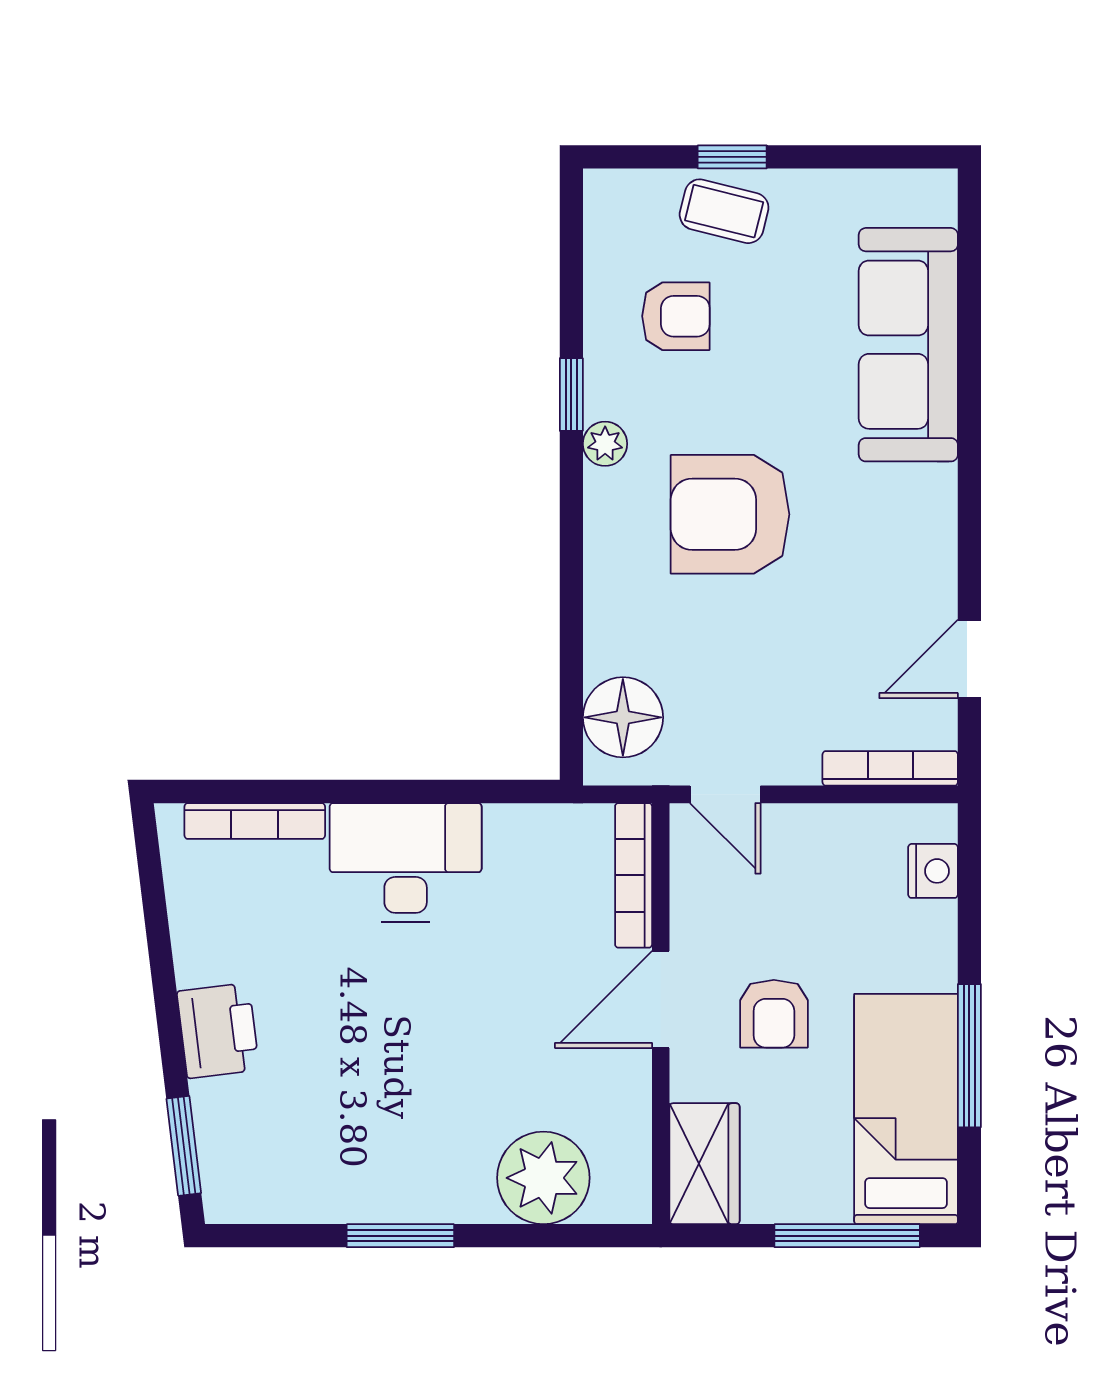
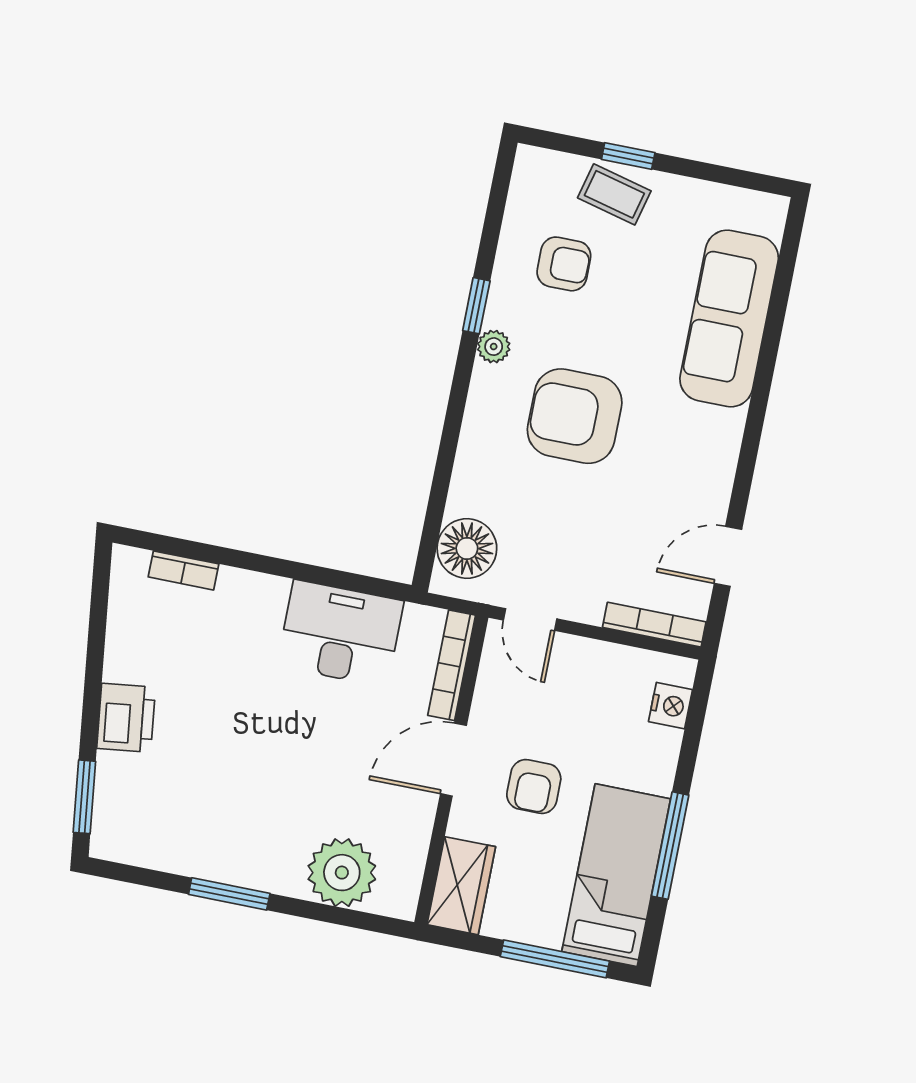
bookcase: (255, 821) -> (183, 570), width x0.64
desk: (406, 863) -> (340, 633), moved

